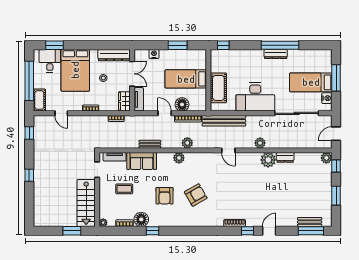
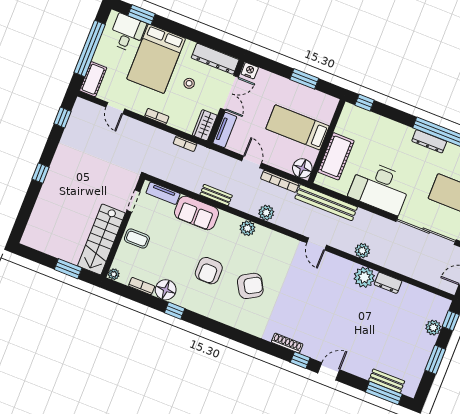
nightstand: (154, 54) -> (250, 71), moved
floor lamp: (182, 104) -> (302, 168), moved
plant: (326, 158) -> (433, 328), moved
coffee table: (124, 189) -> (137, 239), moved

